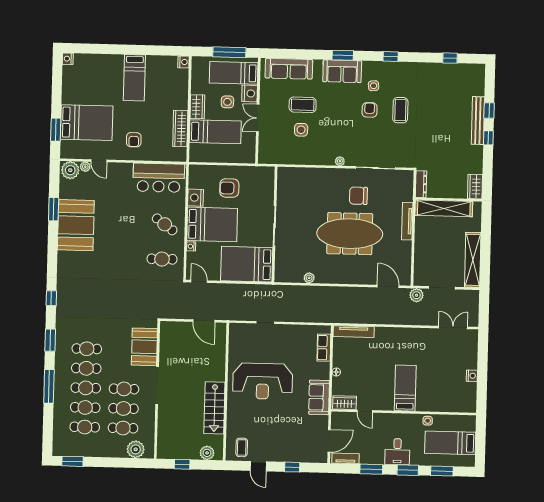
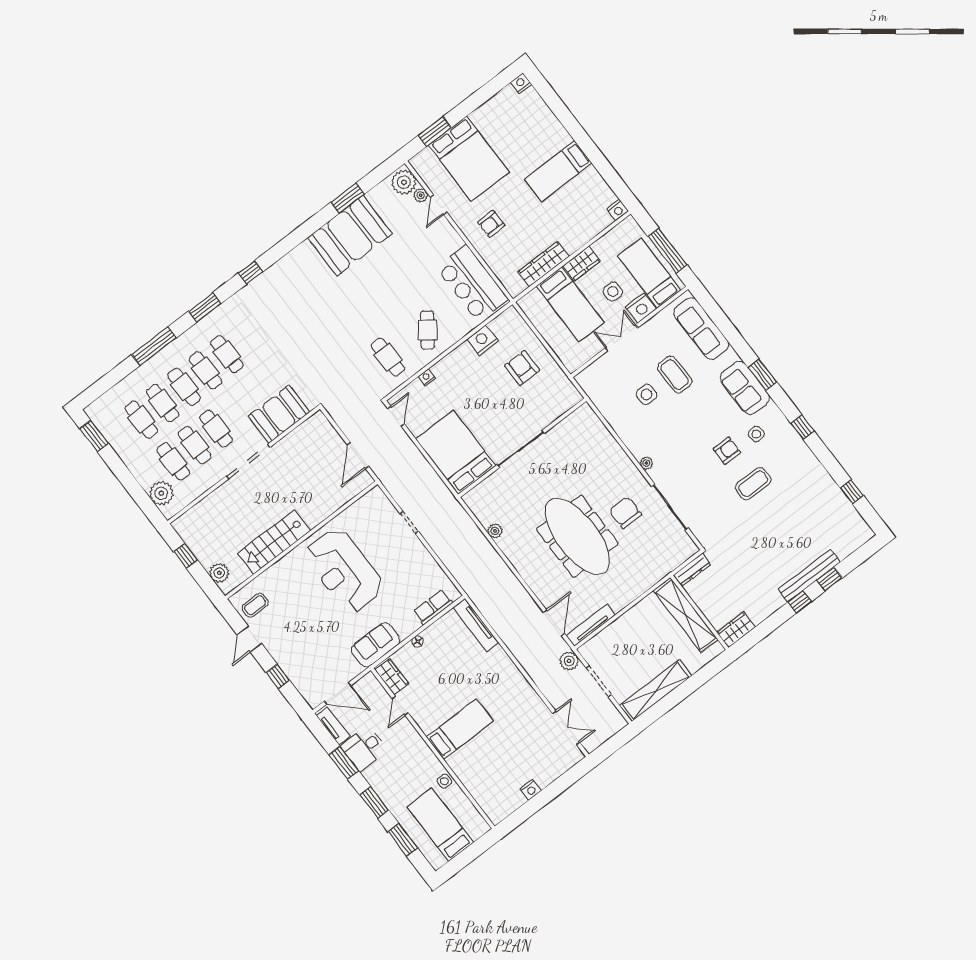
tv unit: (407, 221) -> (591, 625), moved
bed: (212, 224) -> (468, 381), removed
desk: (397, 452) -> (364, 748), moved

